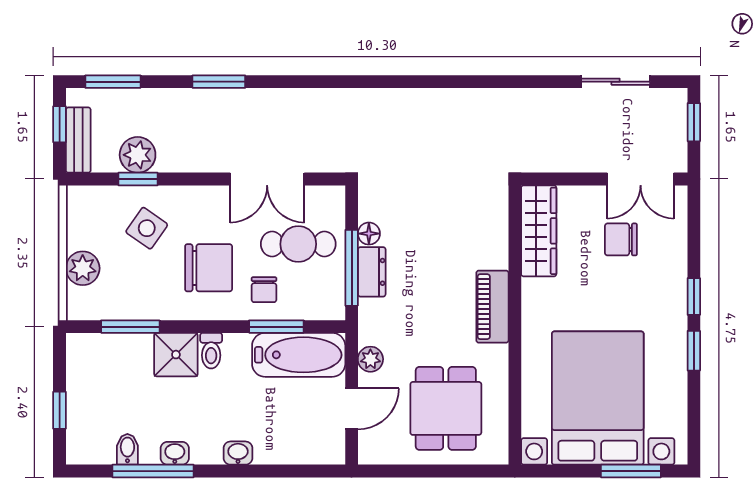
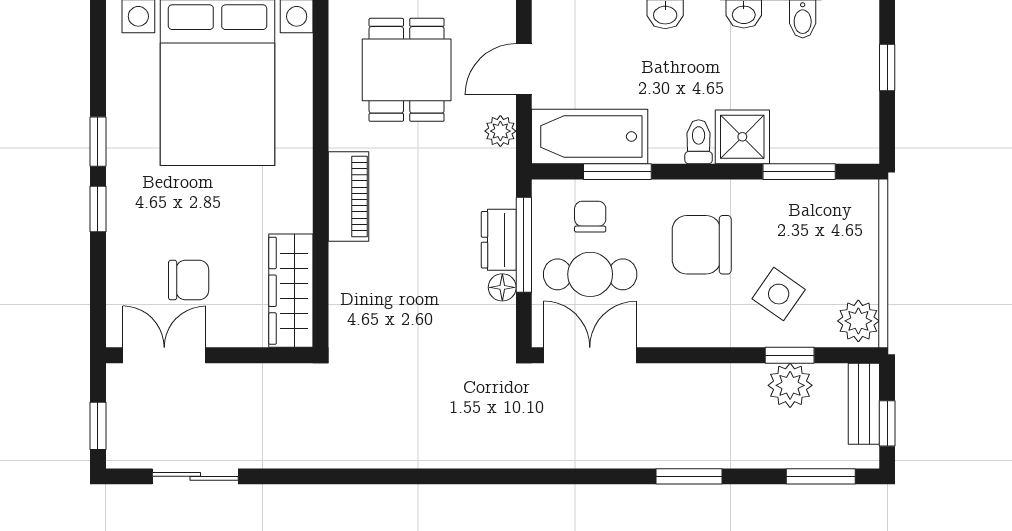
double door: (267, 179) -> (590, 355), moved
plant: (83, 268) -> (858, 321), moved
chair: (264, 290) -> (590, 217), moved

